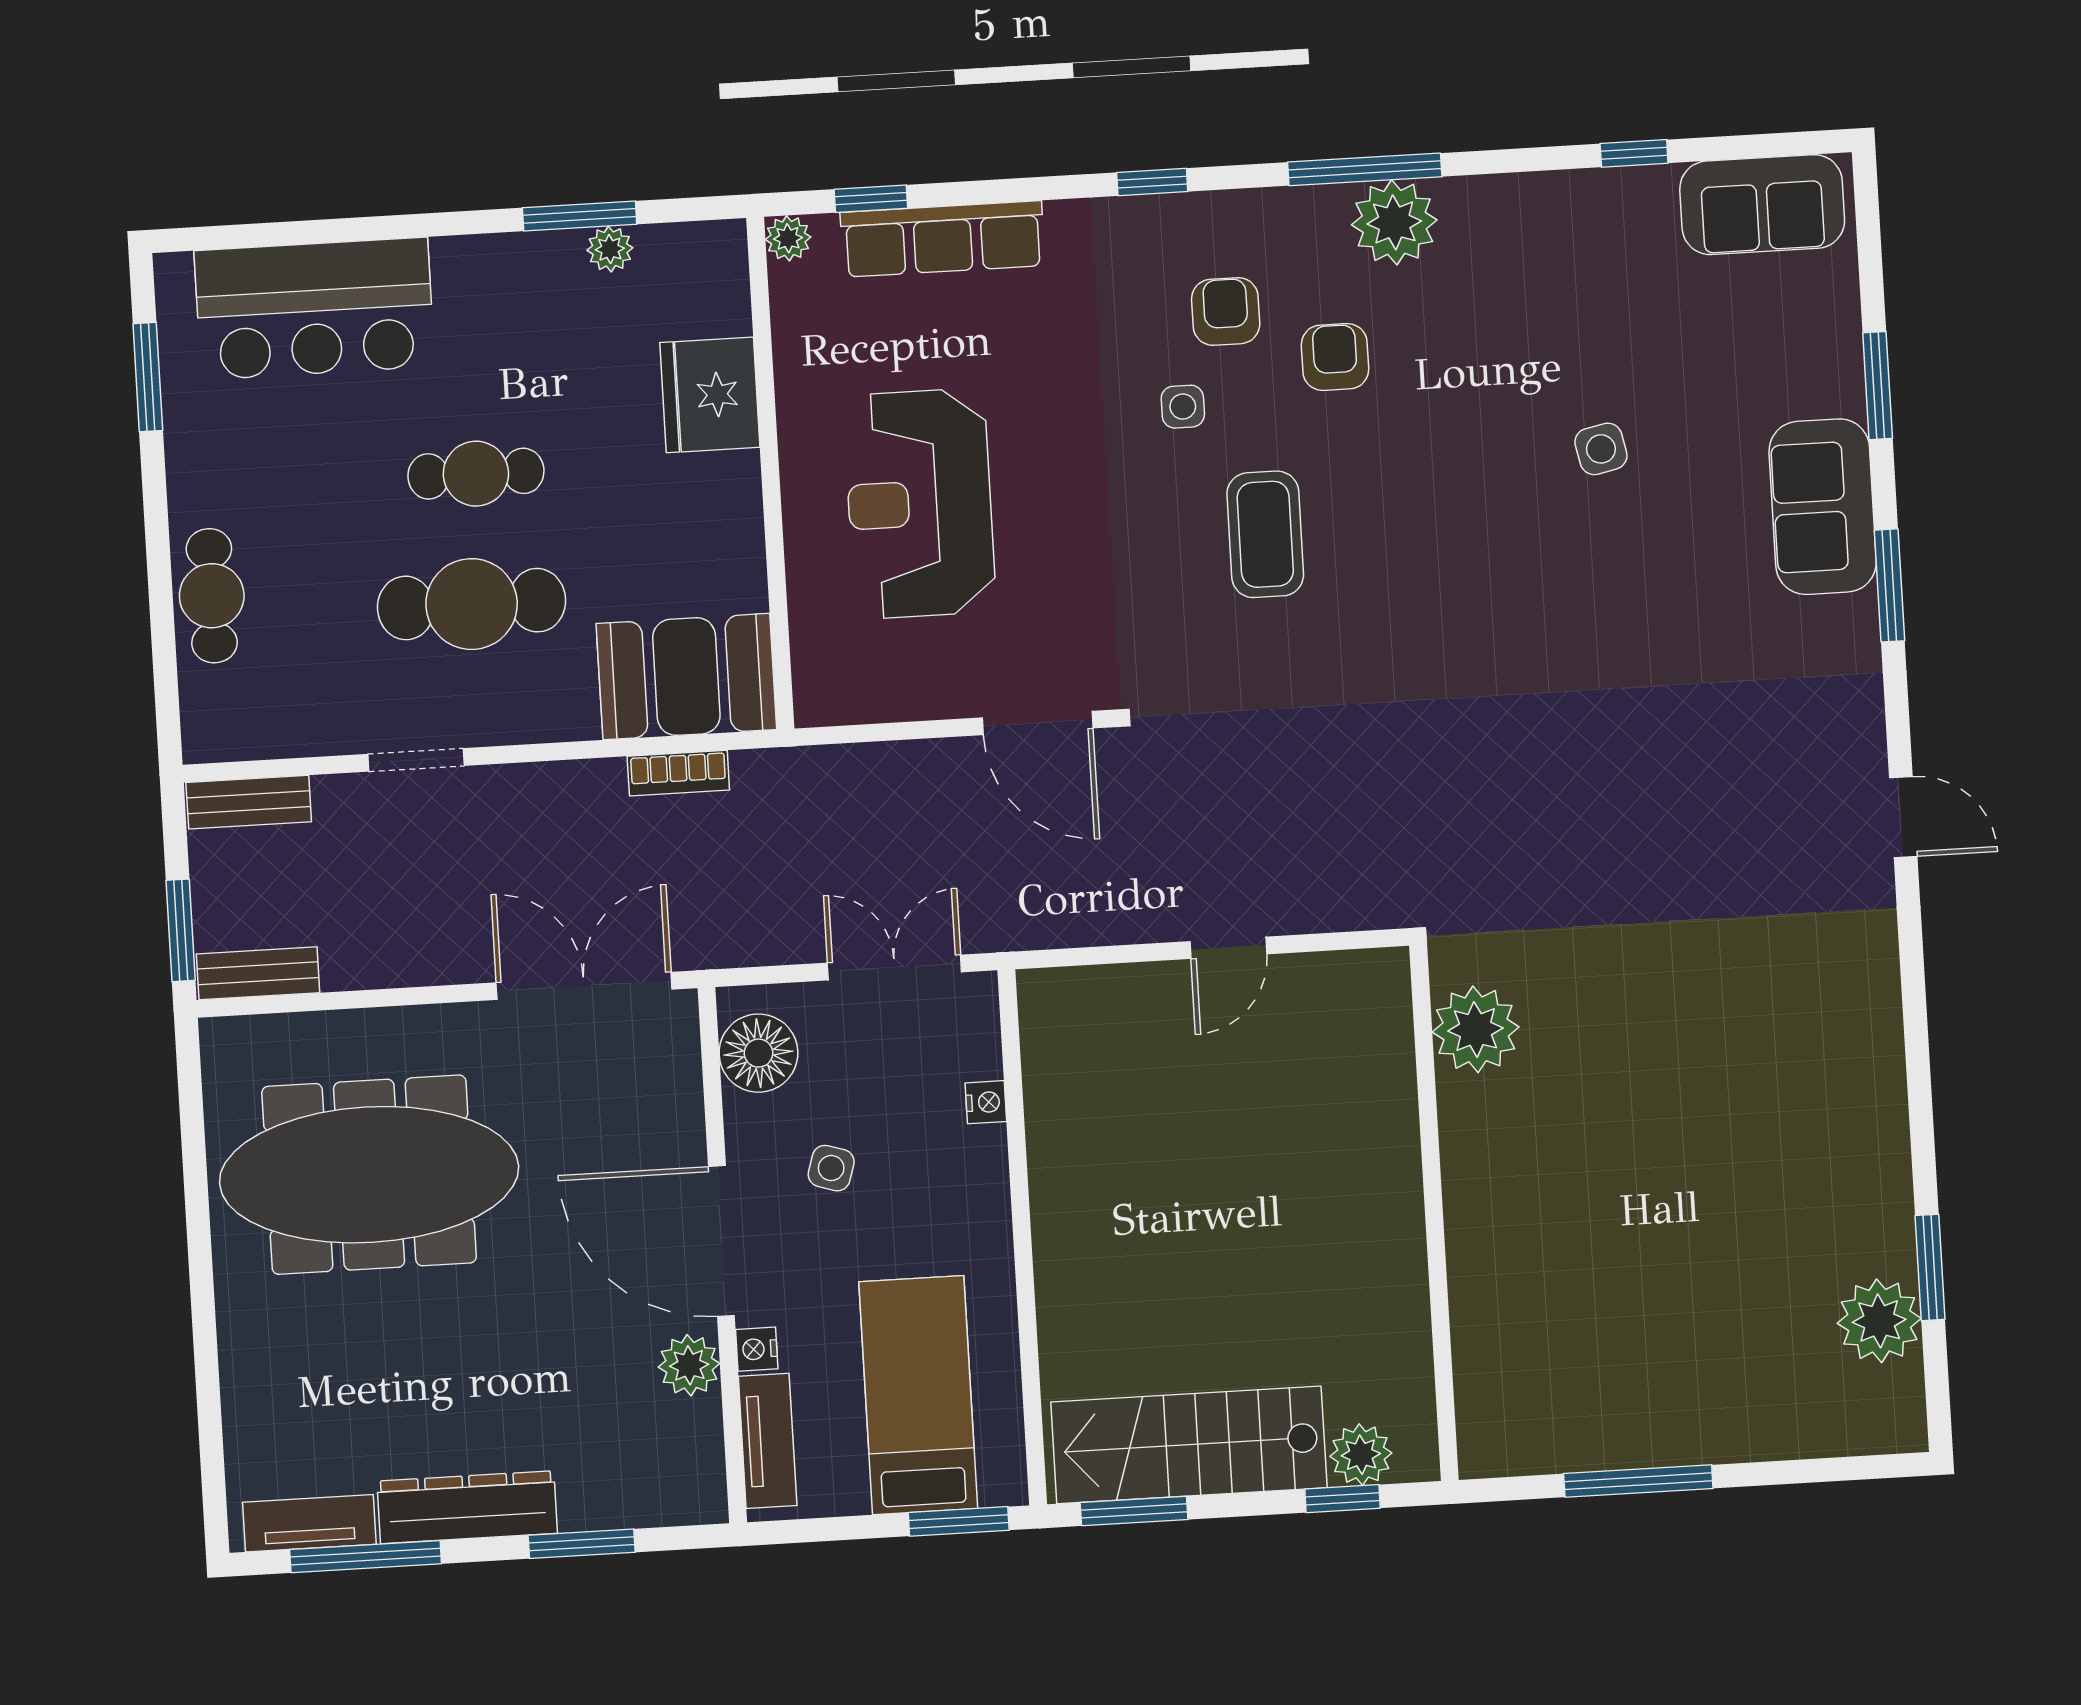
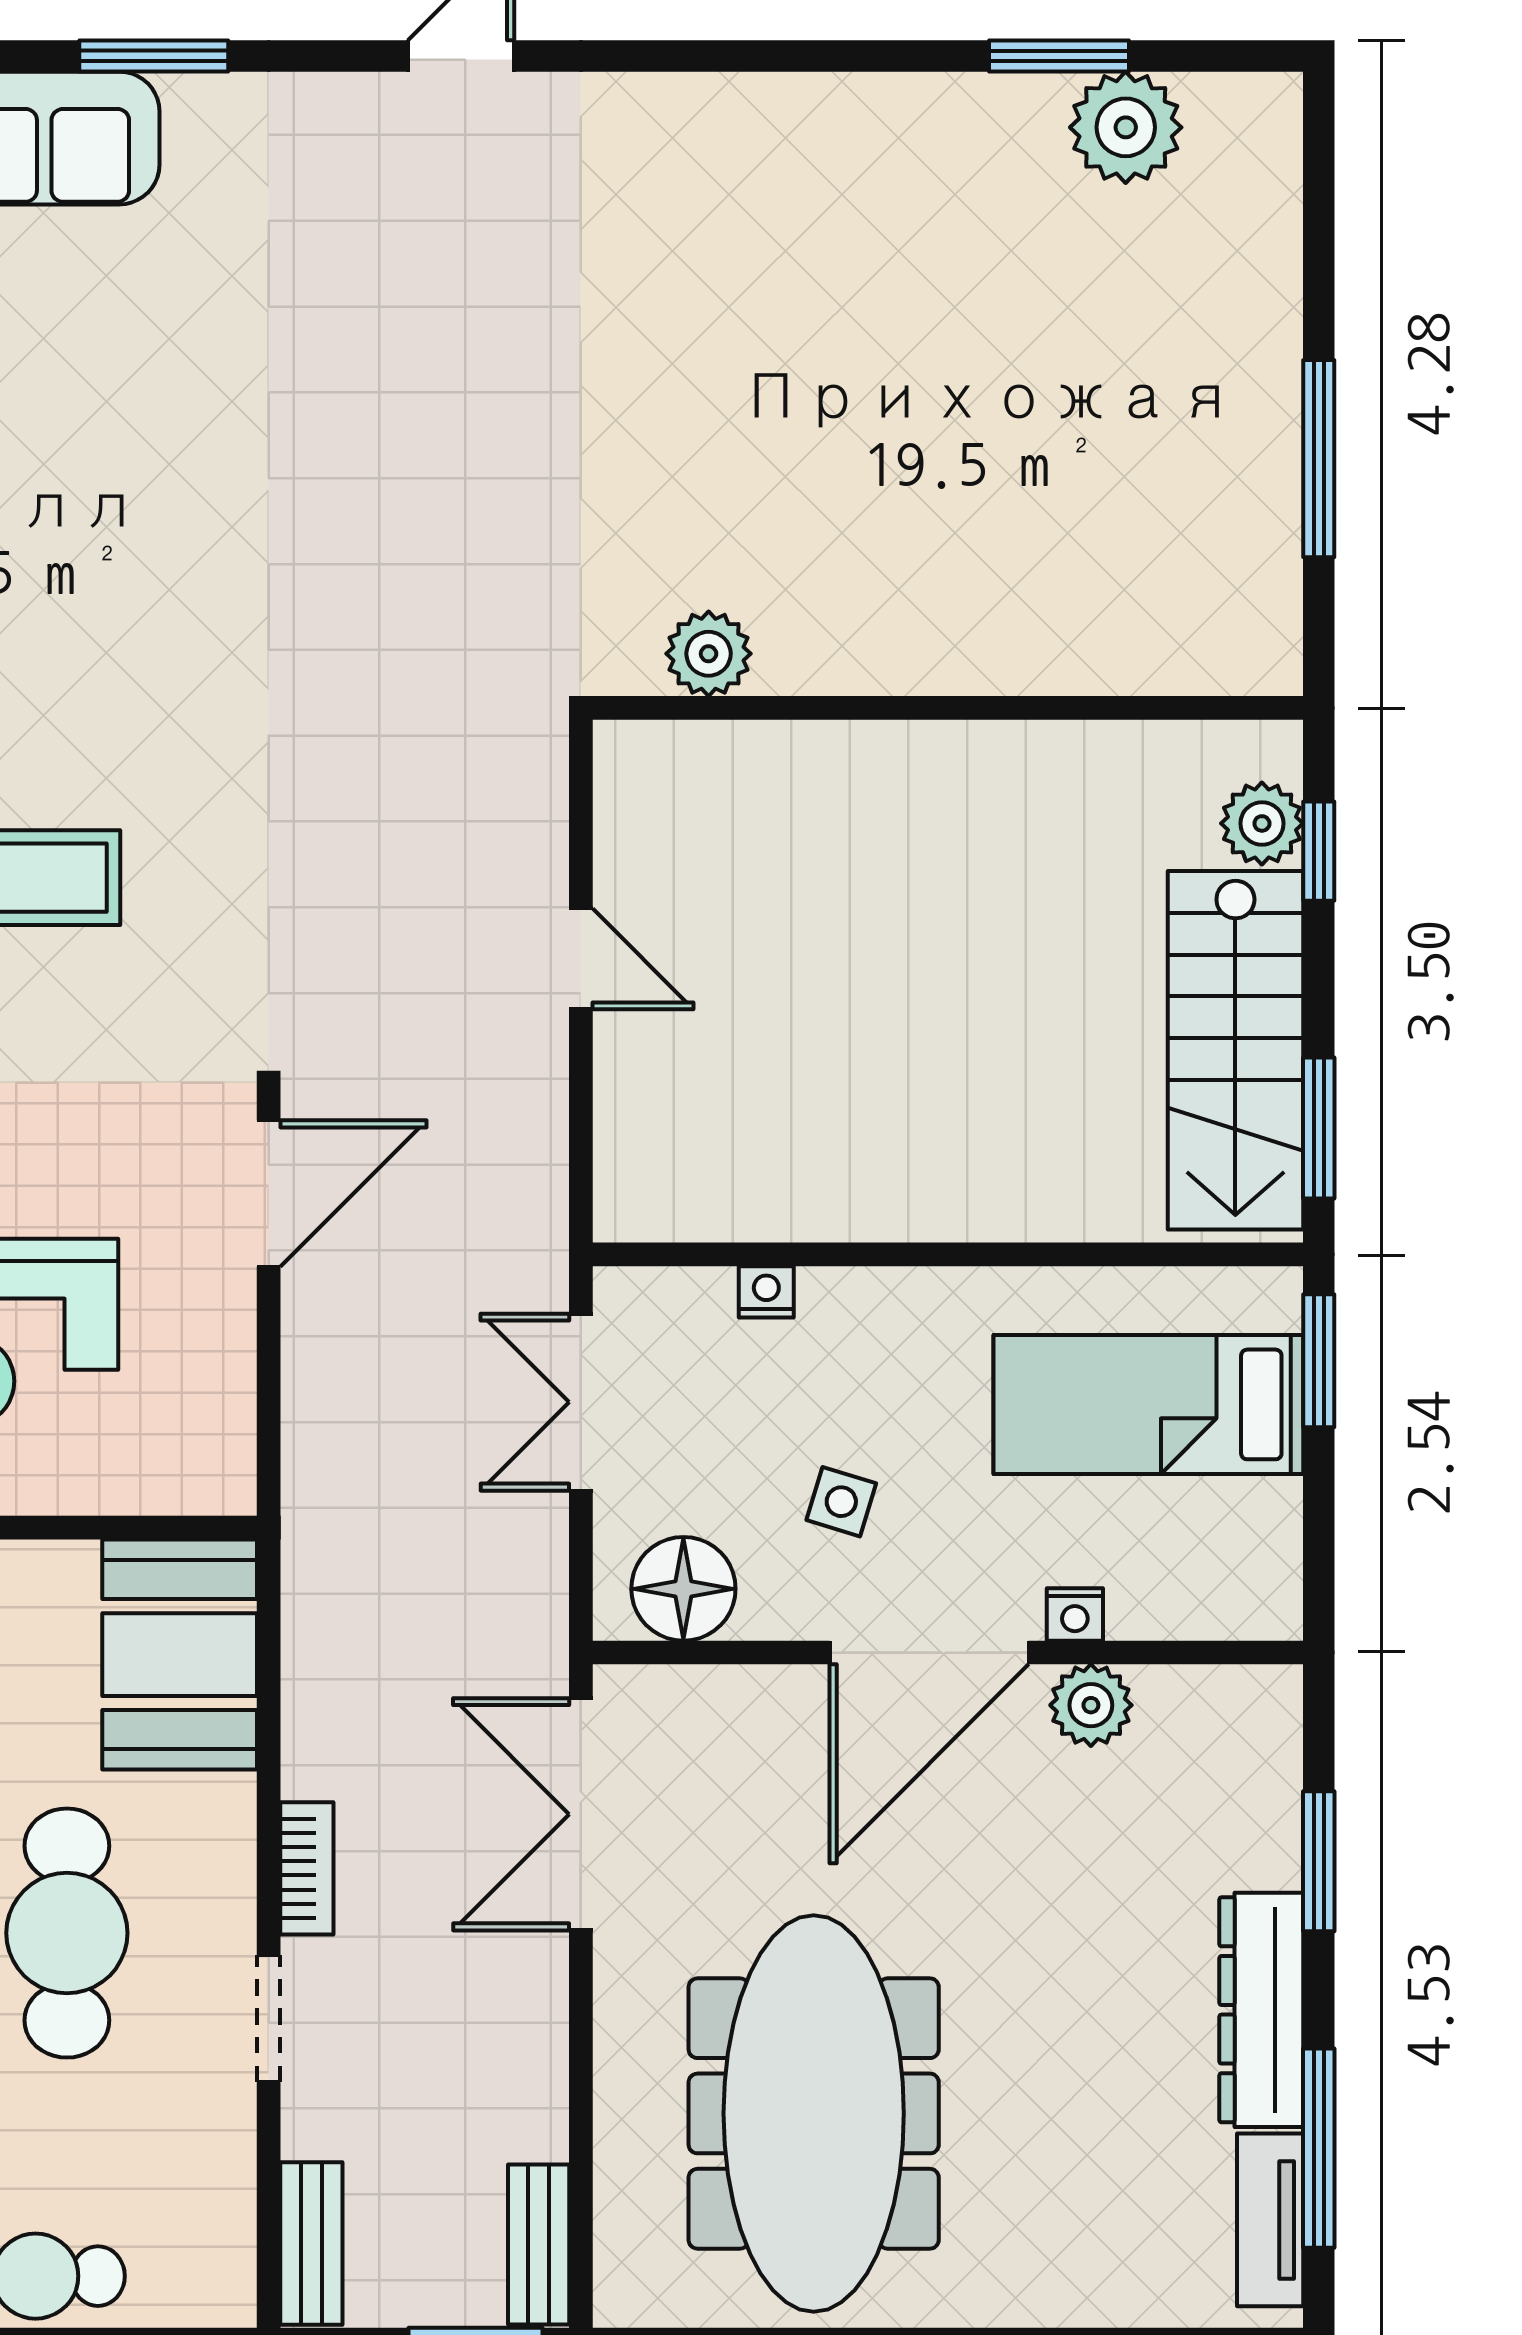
bookcase: (678, 773) -> (307, 1868), moved
plant: (1476, 1029) -> (709, 654), width x0.73, depth x0.73
tv unit: (768, 1441) -> (1197, 1607), removed

